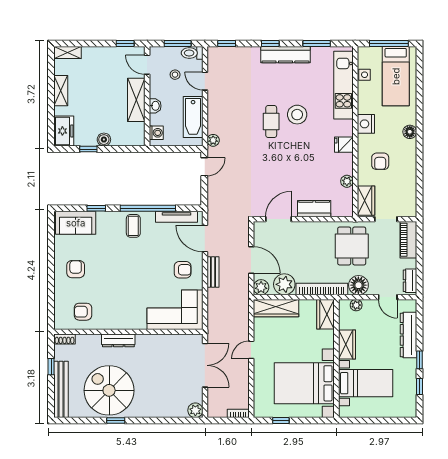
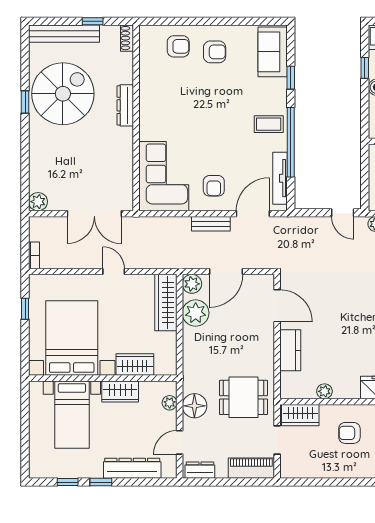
bookcase: (322, 289) -> (190, 360), removed
armchair: (83, 312) -> (178, 46), moved, turned 90
wardrobe: (326, 314) -> (135, 365), moved

